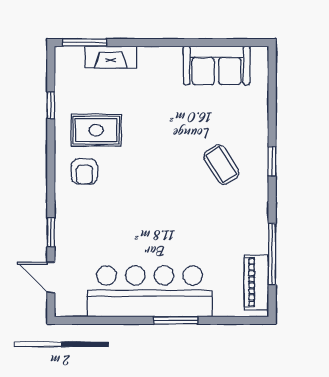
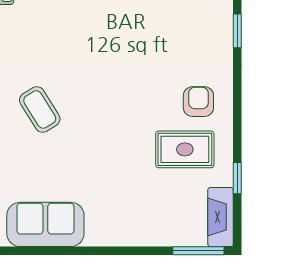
fireplace: (111, 57) -> (221, 217), moved, turned -90

